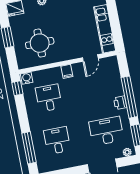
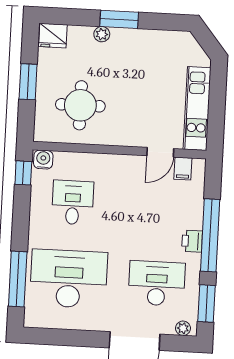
filing cabinet: (67, 71) -> (183, 169), moved
desk: (57, 141) -> (69, 279), width x1.87, depth x1.30

